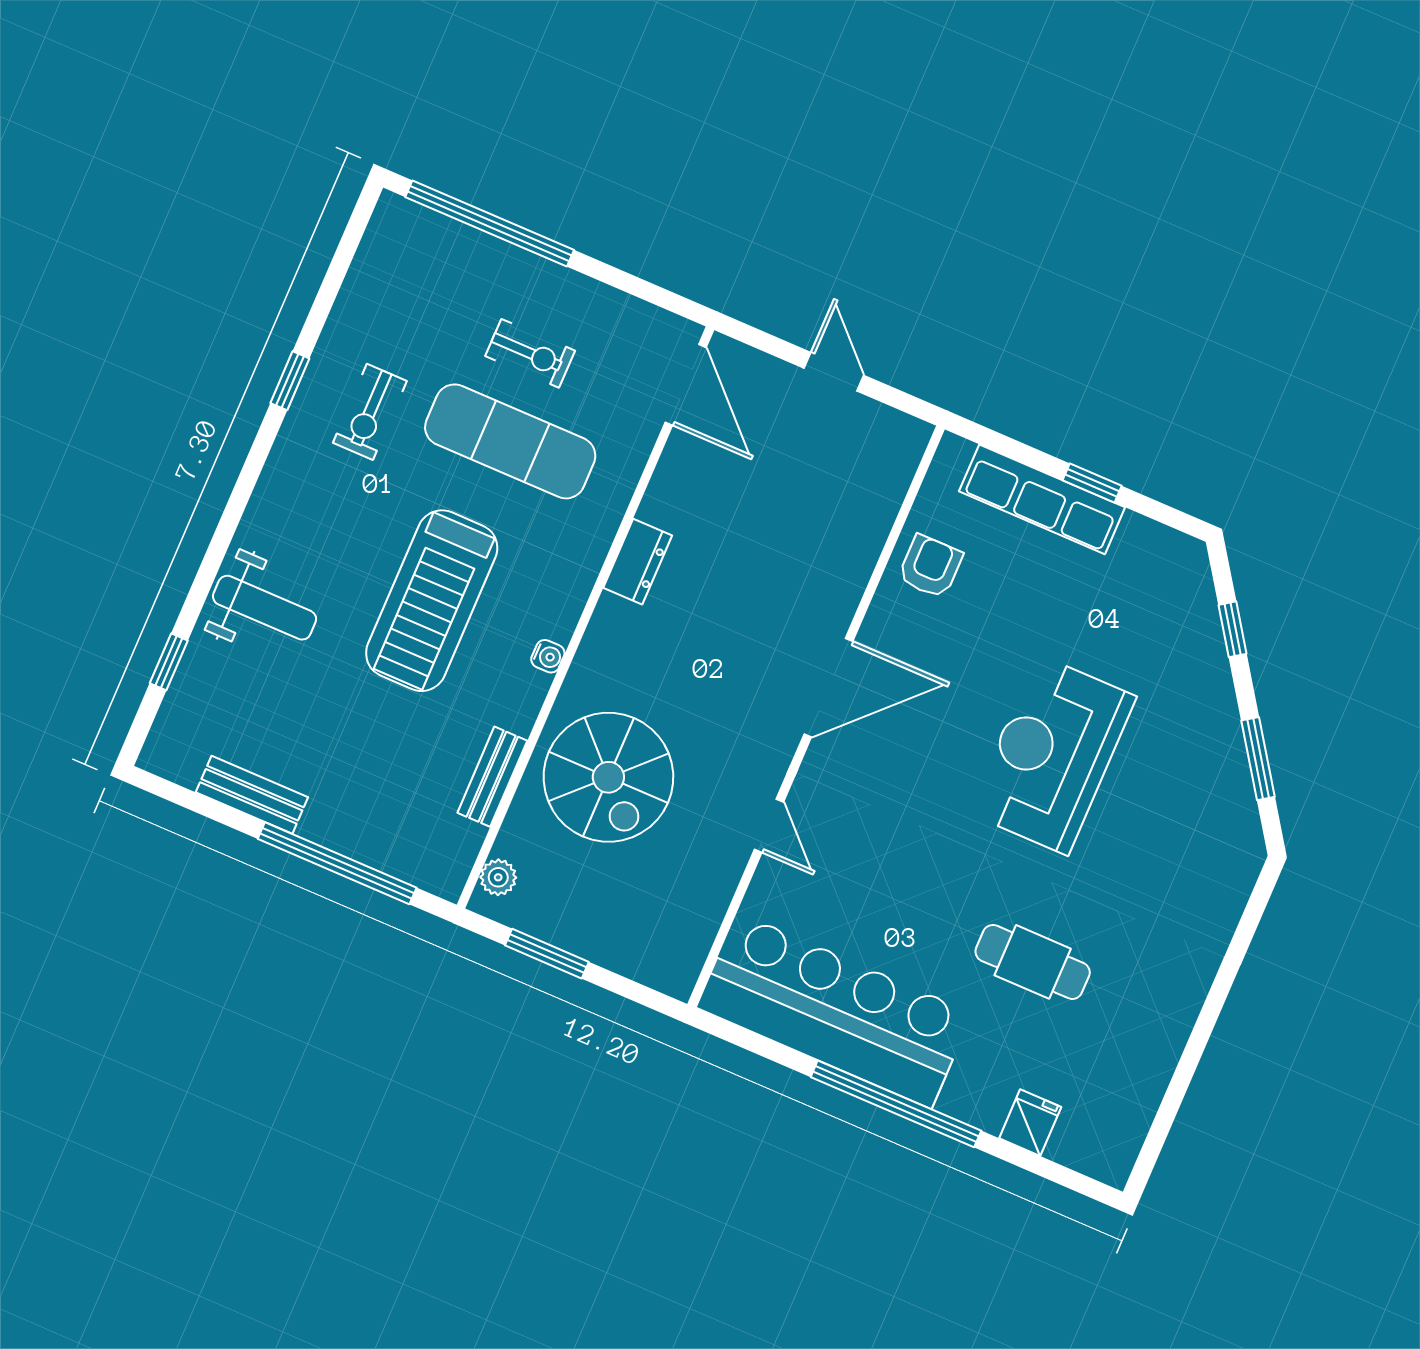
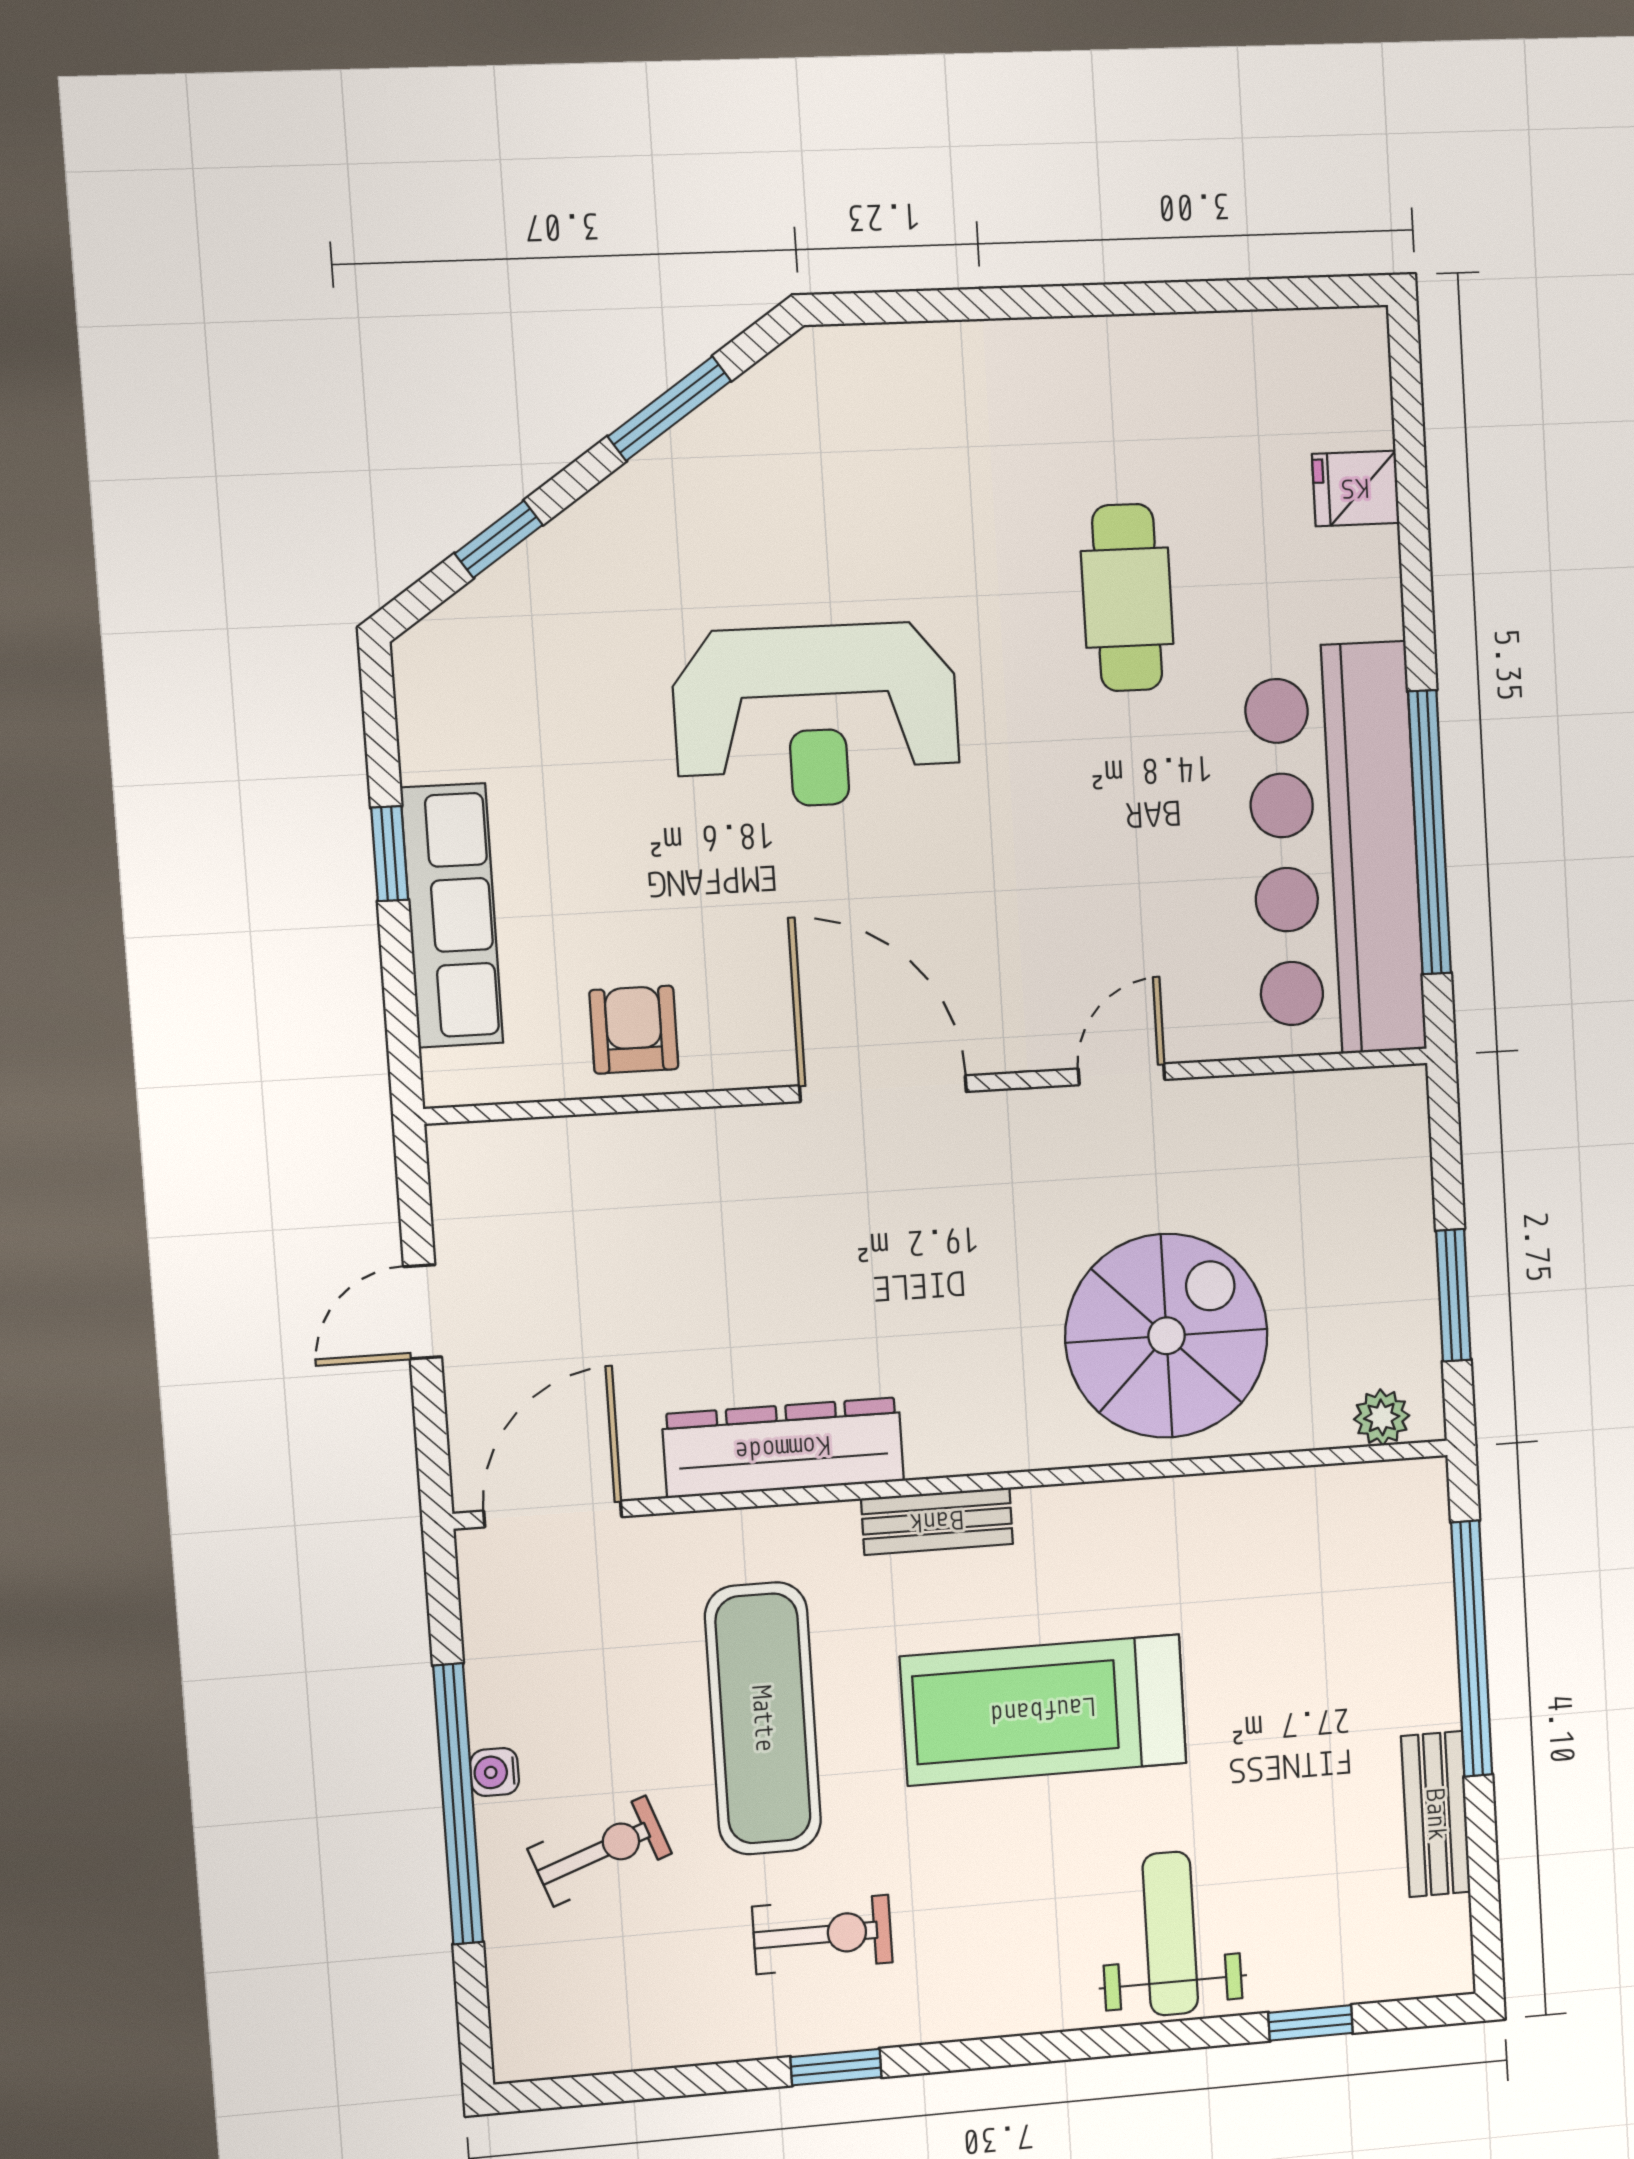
window: (490, 223) -> (458, 1804), moved
exercise bike: (530, 353) -> (600, 1851), moved, turned 70
dresser: (638, 562) -> (783, 1448), width x1.96, depth x1.24
armchair: (930, 566) -> (634, 1030), turned 90
treadmill: (432, 601) -> (1044, 1710), turned 180
water cooler: (548, 656) -> (495, 1772), moved, turned -90
bench: (492, 777) -> (937, 1521), moved
window: (896, 1104) -> (1430, 832), moved

